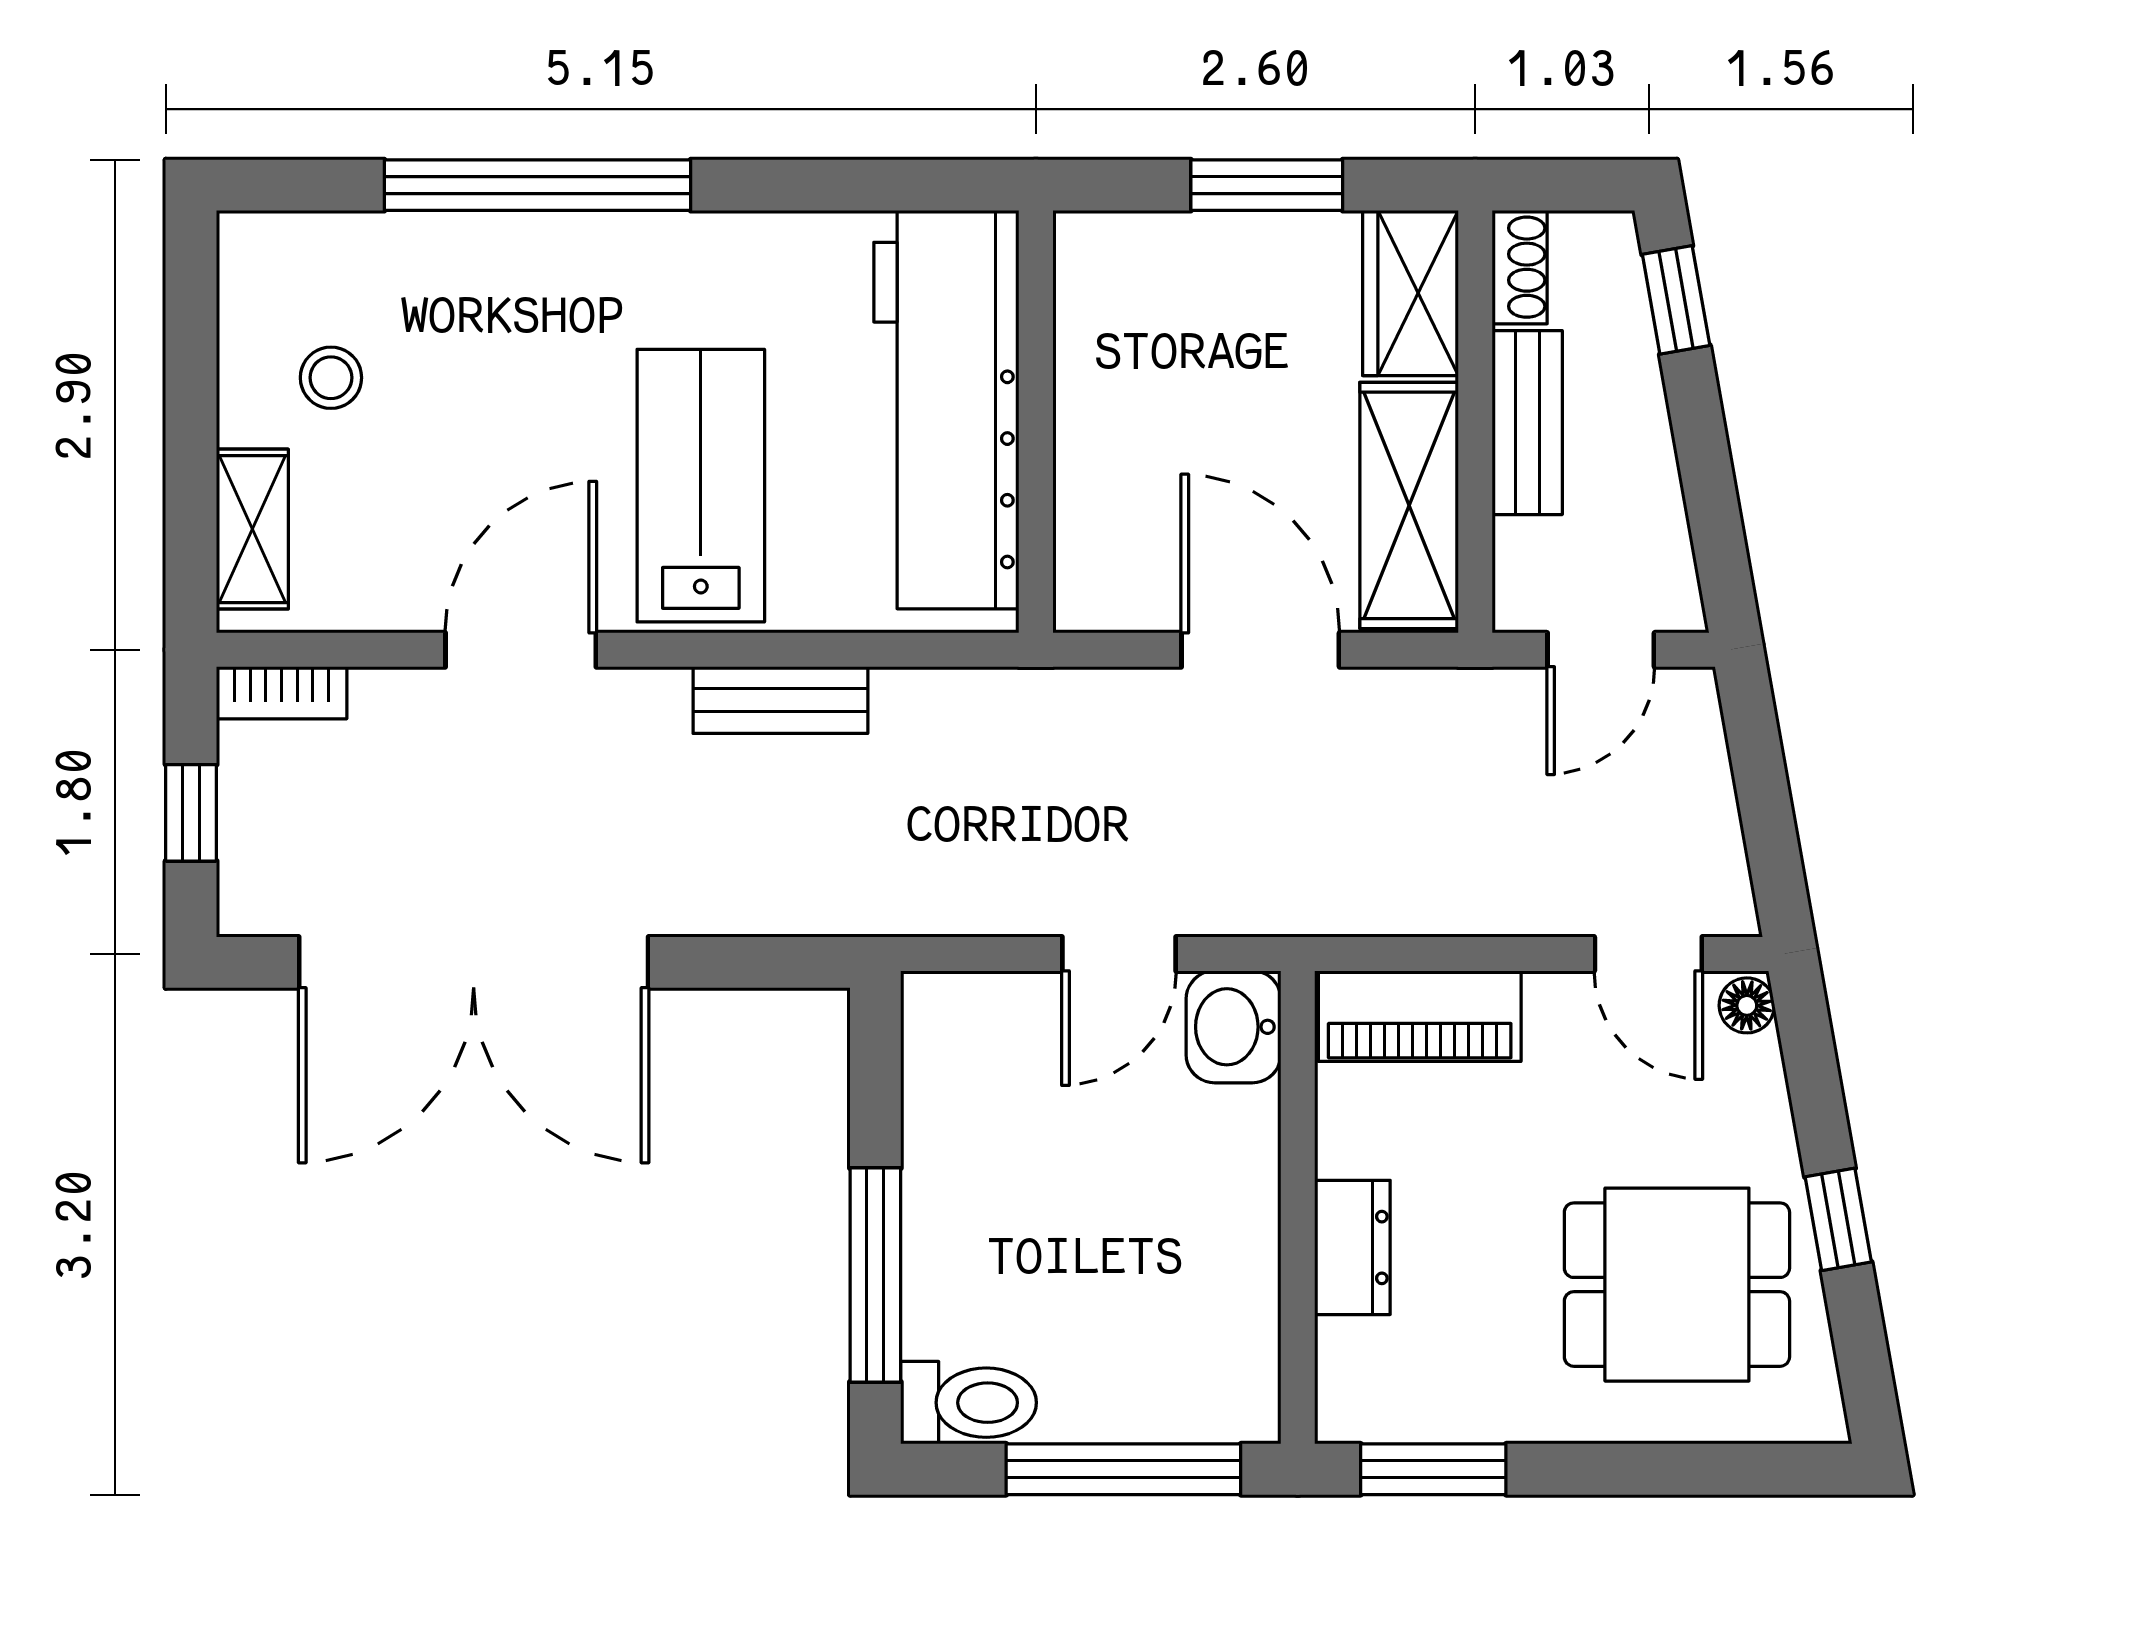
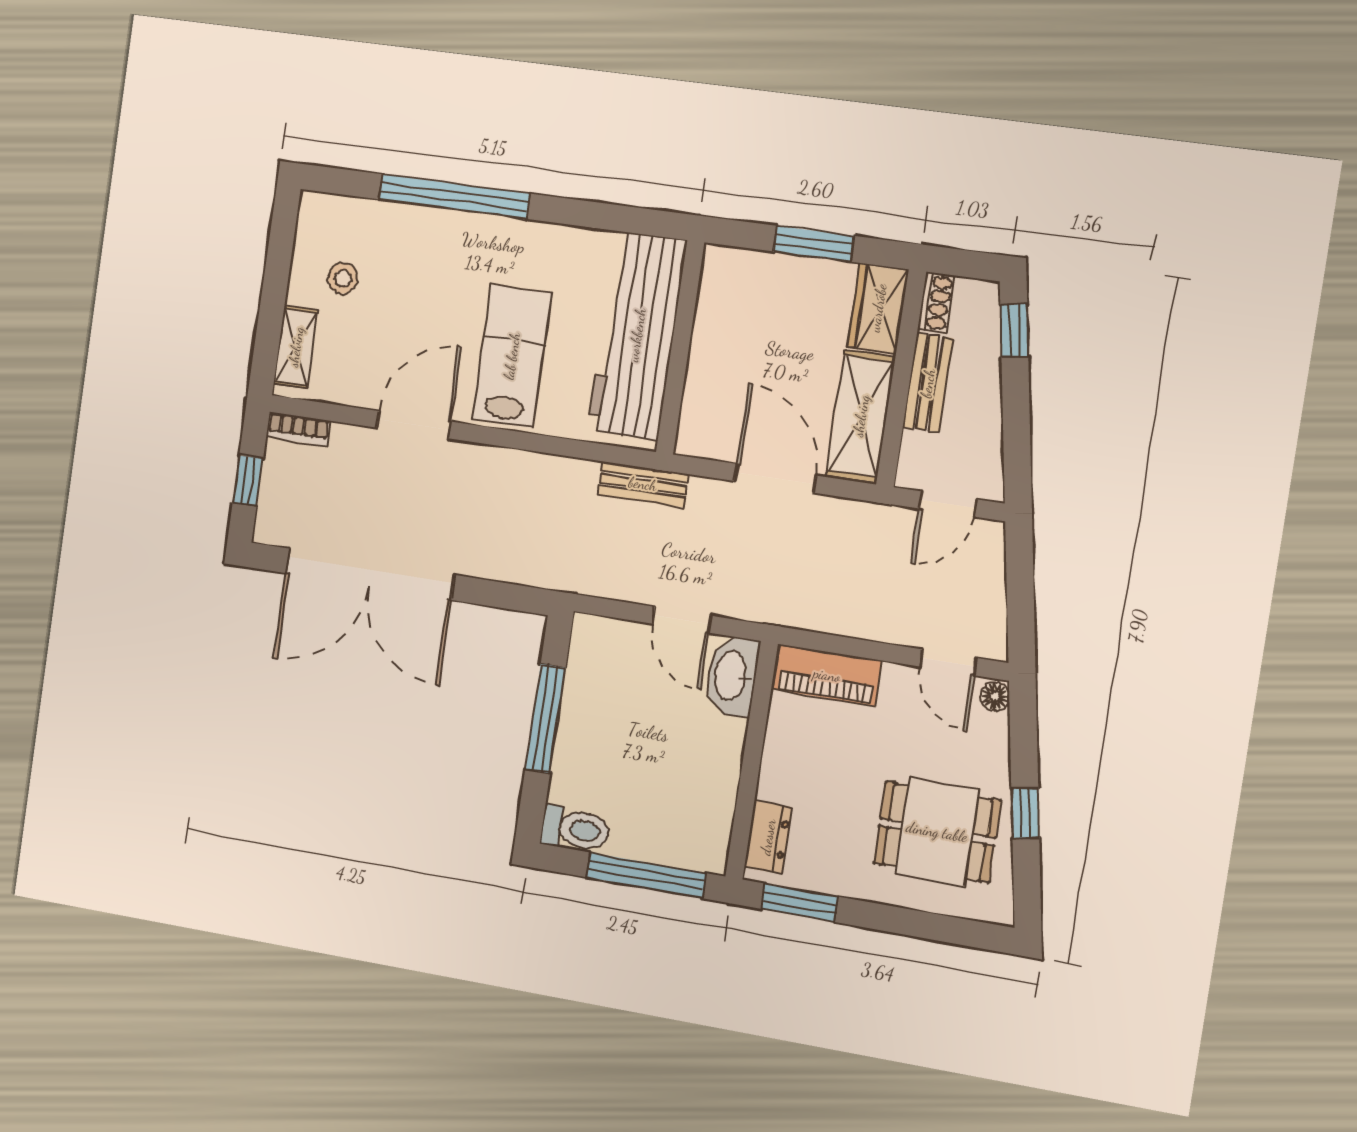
bench: (780, 700) -> (643, 484), moved
door: (1119, 954) -> (682, 620), hinge flipped
washbasin: (1233, 1027) -> (732, 676), width x1.38
dresser: (1352, 1247) -> (768, 837), moved
window: (875, 1275) -> (545, 718), moved

